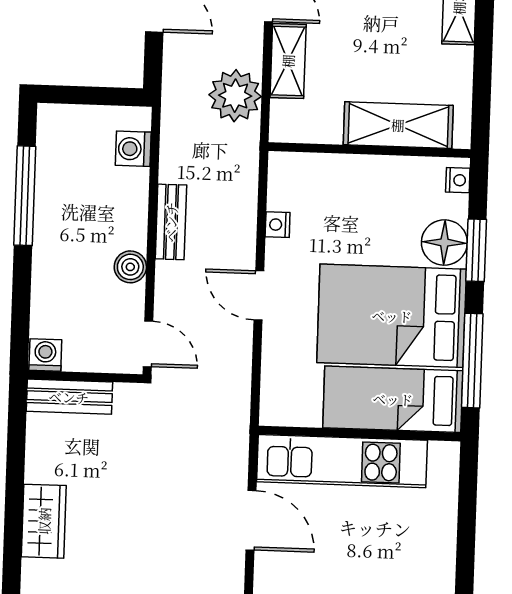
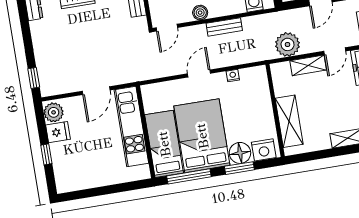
nightstand: (458, 180) -> (264, 150), width x1.89, depth x1.79

